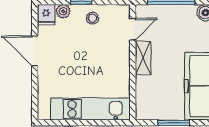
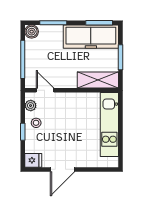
plant: (63, 11) -> (31, 106), moved
shelving: (143, 58) -> (98, 80), moved, width x1.50, depth x1.33

